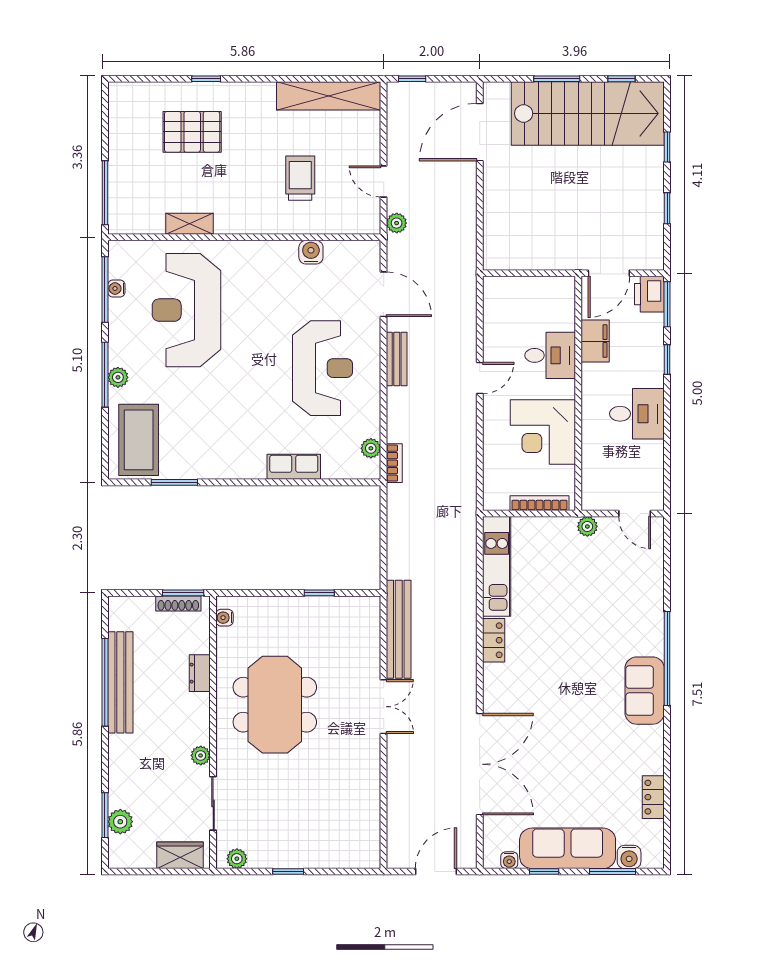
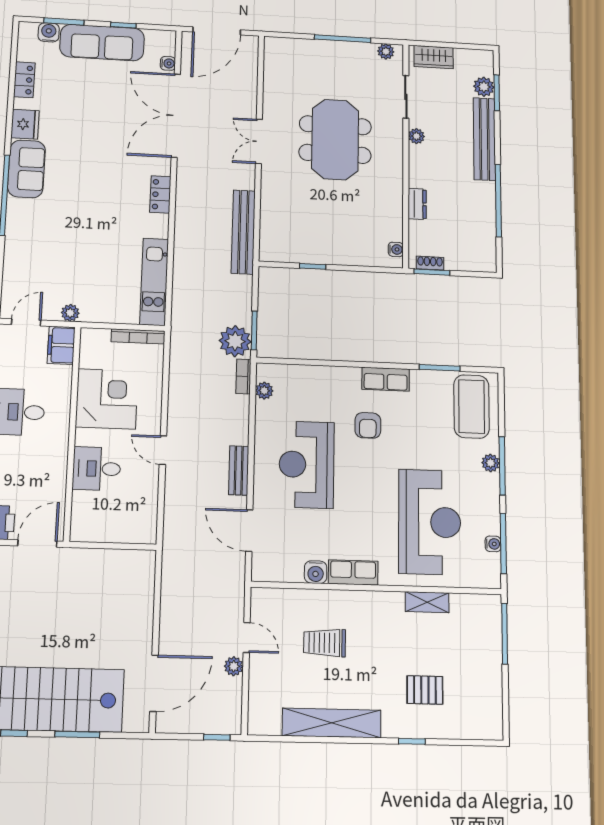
shelving: (329, 96) -> (332, 723), moved
pallet: (192, 132) -> (425, 690), width x0.67, depth x0.71
trolley: (300, 178) -> (325, 643), turned 90
plant: (397, 223) -> (234, 666), moved
row of seats: (270, 253) -> (353, 572), added
filing cabinet: (595, 341) -> (61, 345), moved
door: (480, 378) -> (163, 450), hinge flipped
armchair: (255, 414) -> (368, 425), added
row of seats: (294, 467) -> (386, 379), moved
plant: (405, 503) -> (235, 341), added
bookcase: (539, 503) -> (138, 336), moved
door: (635, 514) -> (26, 322), hinge flipped
window: (384, 516) -> (254, 330), added
shoe rack: (178, 603) -> (430, 263), width x0.70
locker: (494, 640) -> (160, 194), moved
bench: (120, 682) -> (484, 139), moved
meeting table: (275, 705) -> (335, 140), moved
double door: (384, 707) -> (259, 141), moved
fridge: (649, 744) -> (25, 124), added
water cooler: (509, 860) -> (168, 63), moved, turned 90
window: (288, 872) -> (343, 39), width x2.17
door: (436, 872) -> (217, 31), width x1.36

